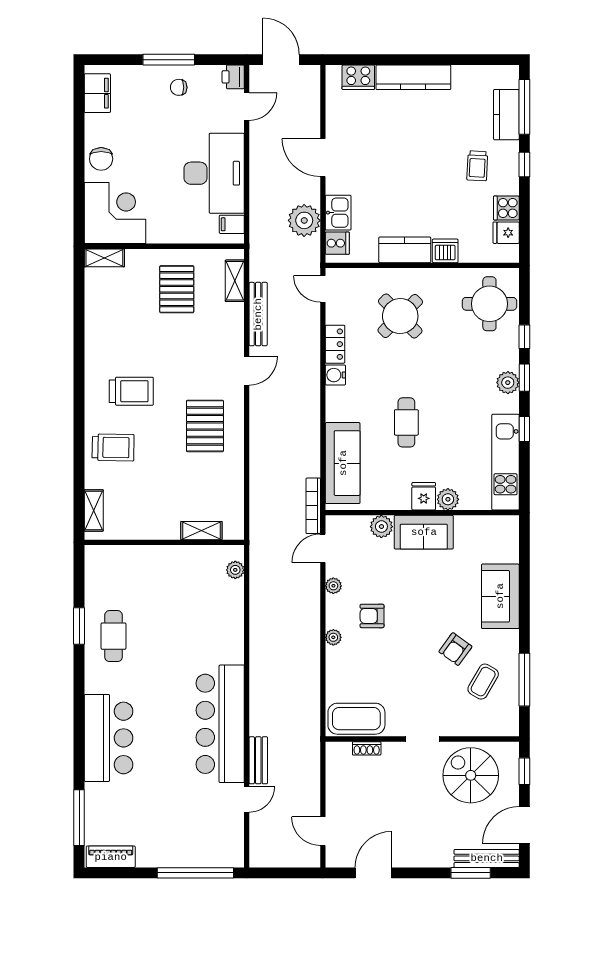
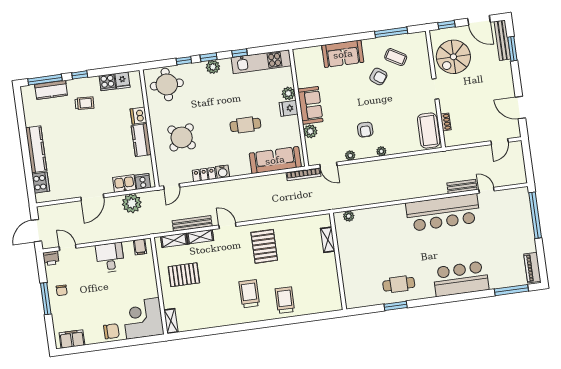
desk: (214, 173) -> (110, 258), width x0.53, depth x0.77
pallet: (205, 426) -> (264, 246), turned 90
shelving: (94, 510) -> (200, 237), moved

